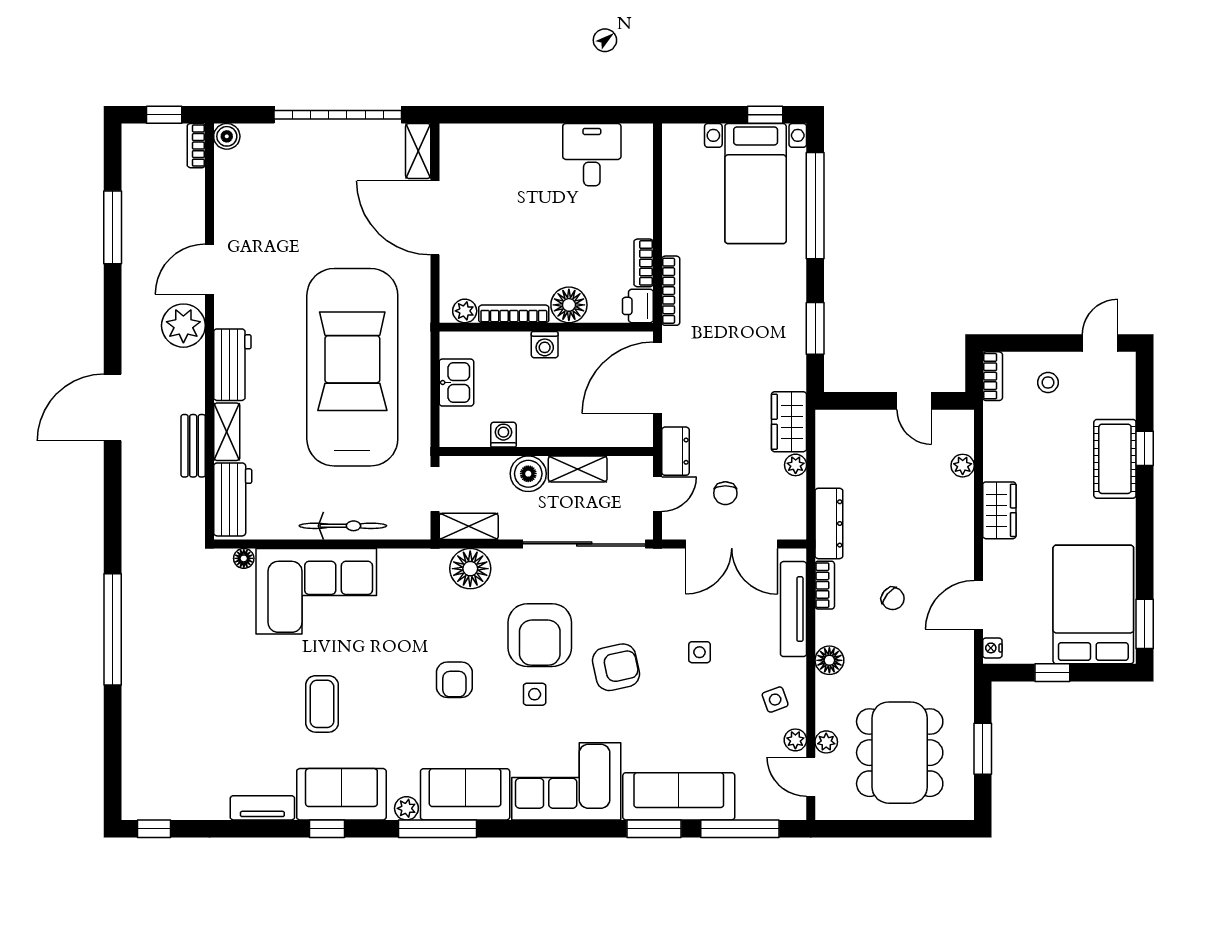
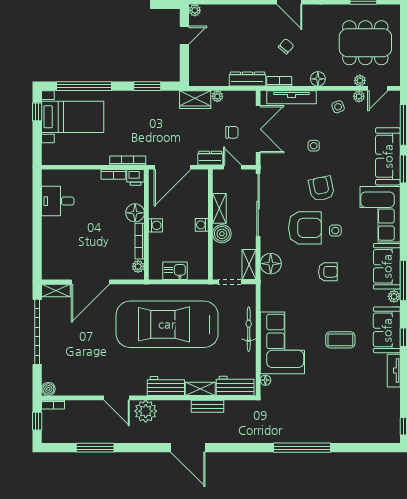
door: (658, 378) -> (172, 167), hinge flipped
washing machine: (503, 435) -> (202, 225), moved
plant: (963, 466) -> (195, 10), moved

